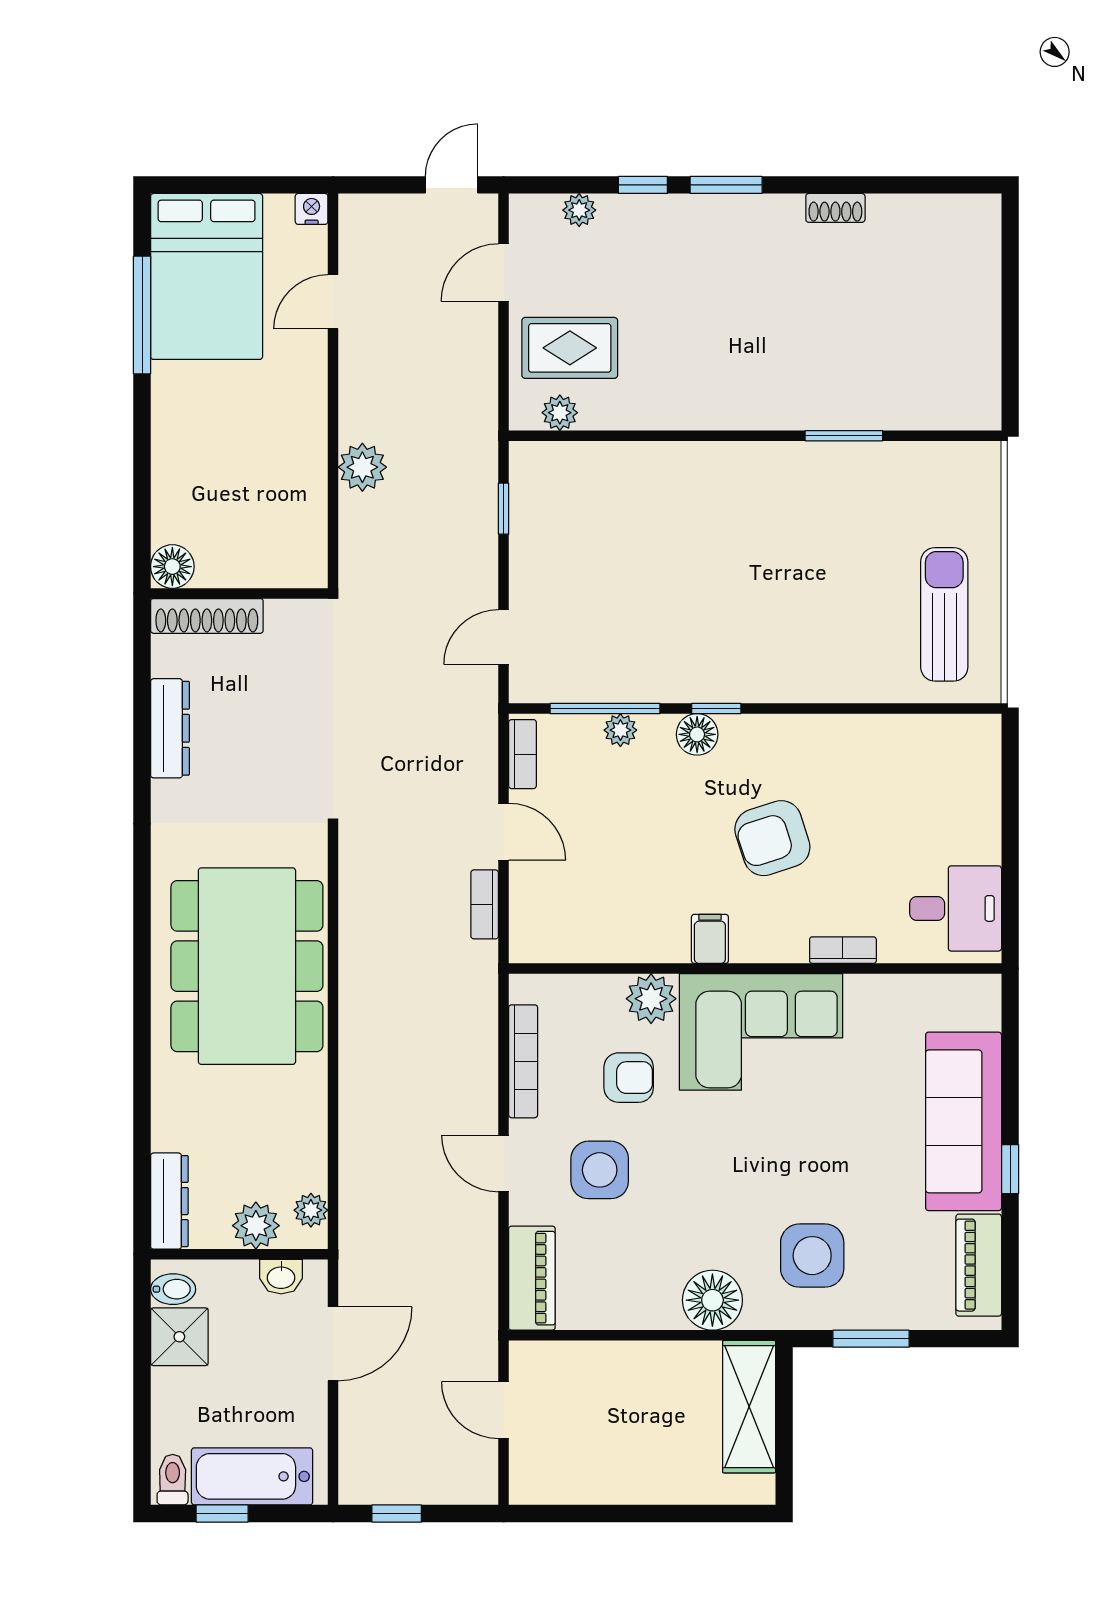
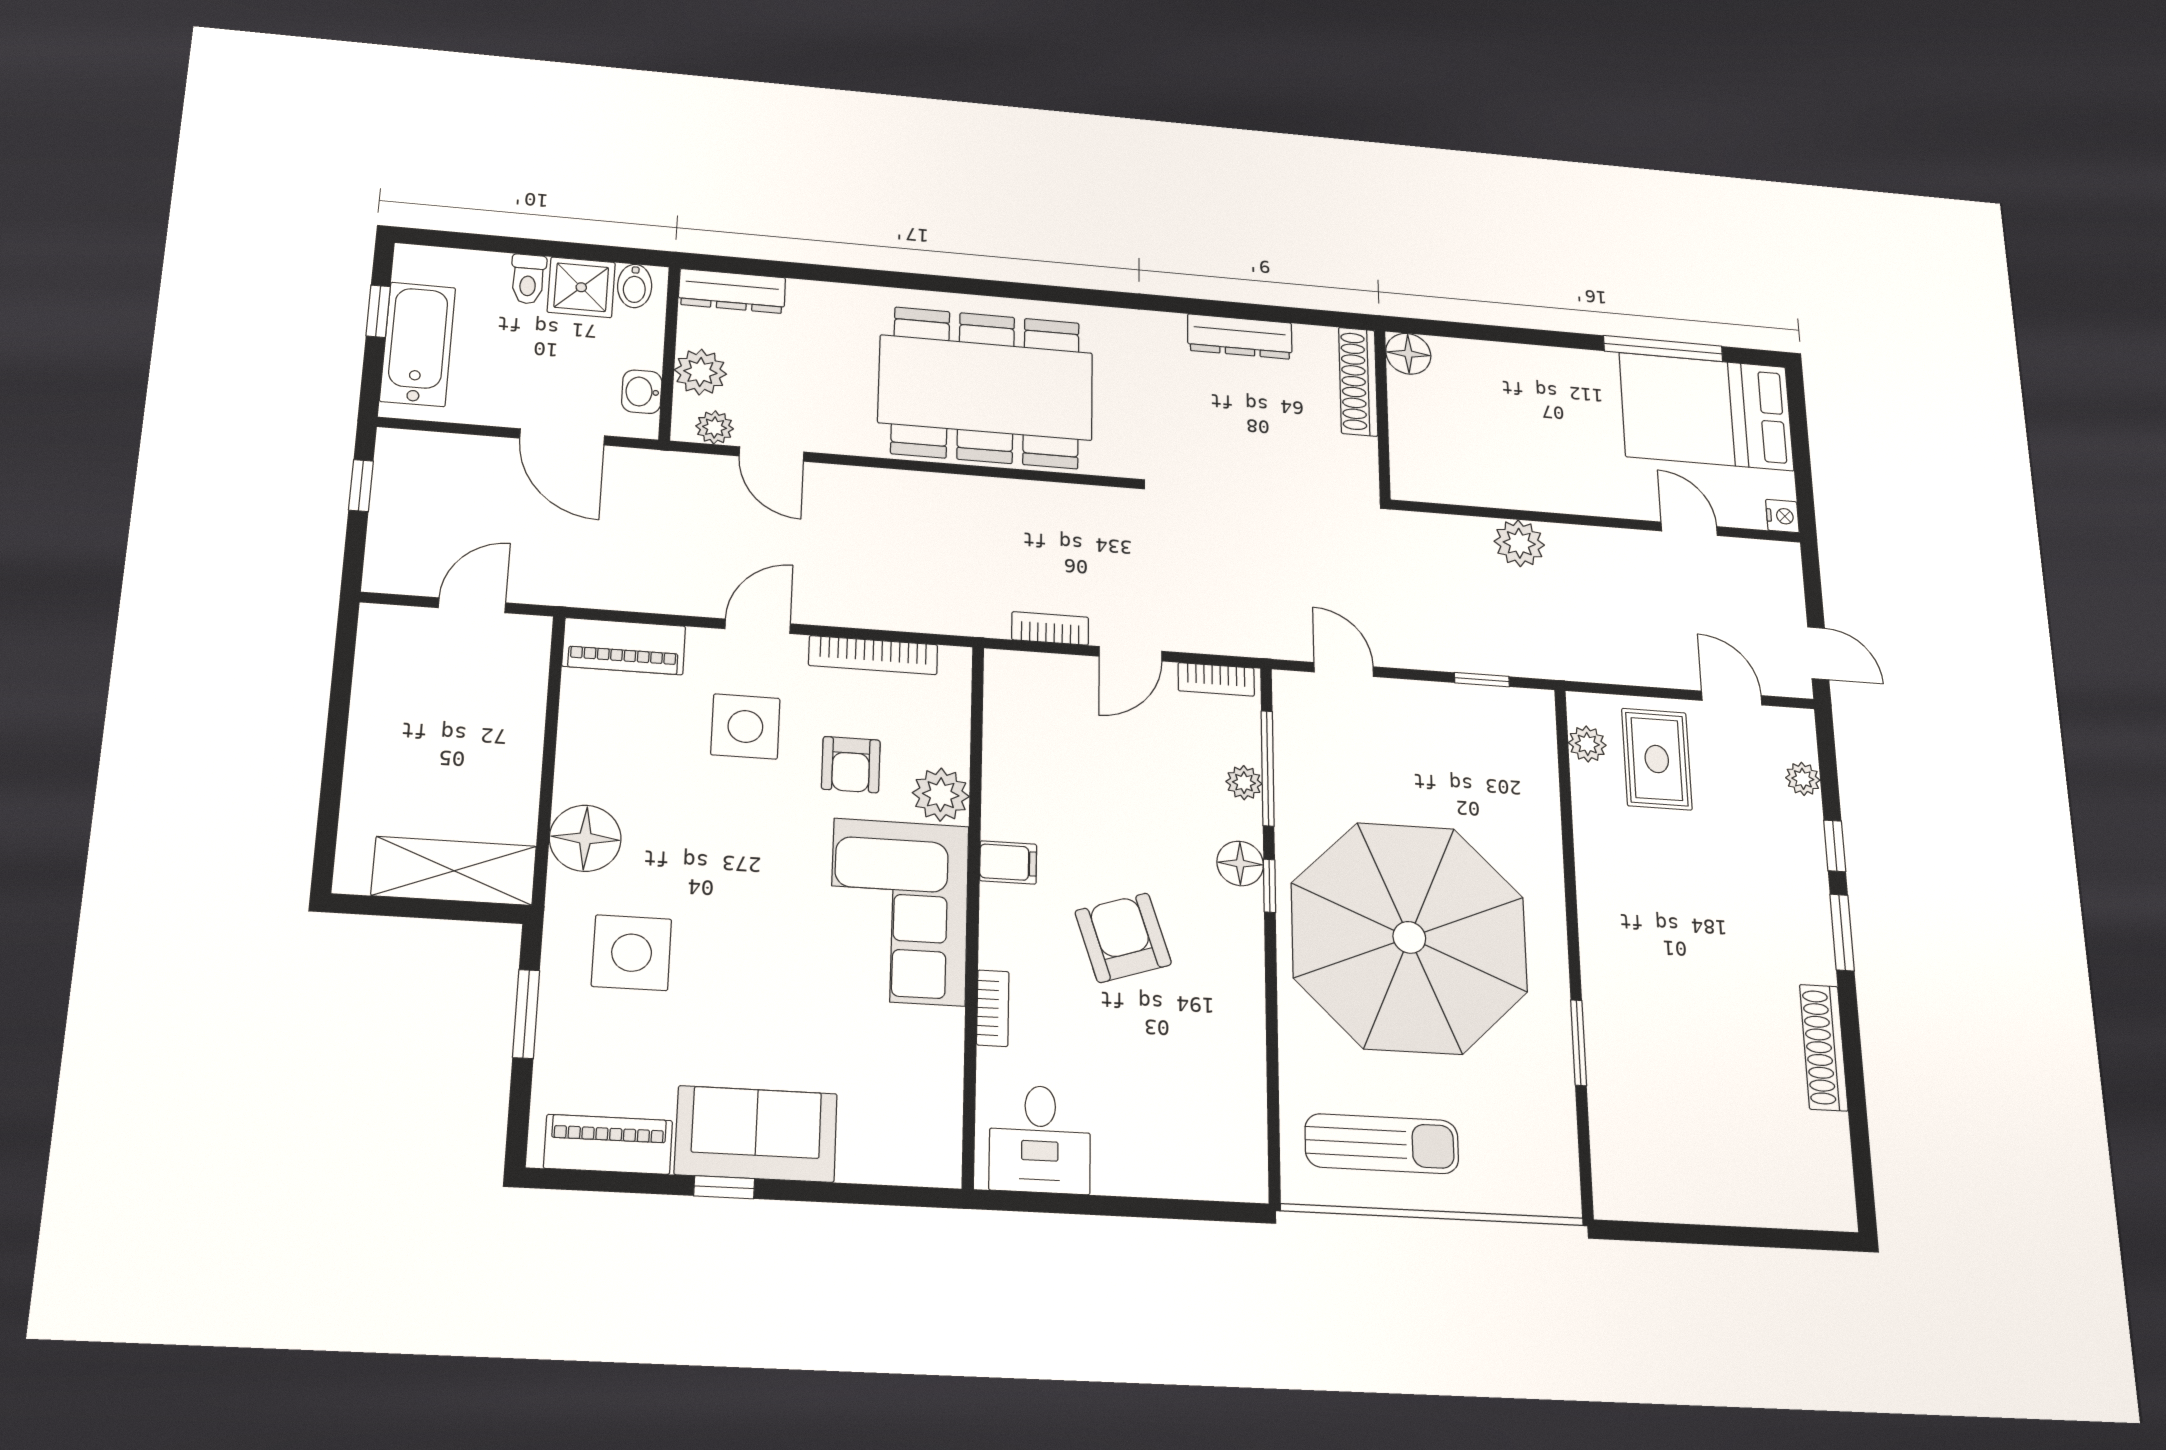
shoe rack: (835, 208) -> (1824, 1047), width x1.94, depth x1.24
parasol: (756, 584) -> (1409, 937), added
sofa: (964, 1121) -> (756, 1134), width x0.73
door: (333, 1158) -> (771, 454), added
toilet: (173, 1480) -> (528, 279), moved, turned 90

